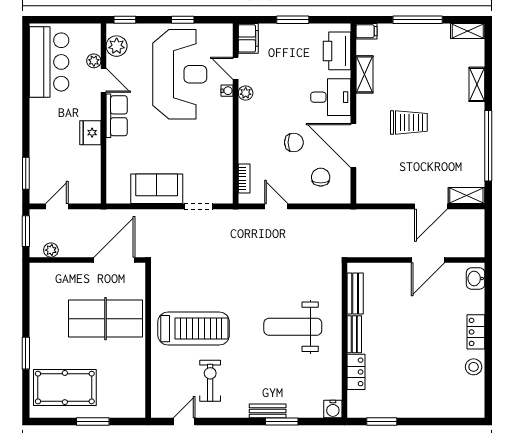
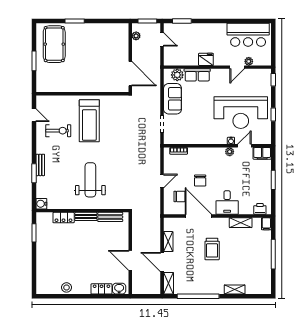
shelving: (468, 31) -> (168, 242), moved
plant: (117, 46) -> (177, 75), moved
printer: (337, 51) -> (260, 209), width x0.53, depth x0.68
row of seats: (117, 116) -> (197, 75), moved
door: (353, 145) -> (198, 216), hinge flipped
door: (276, 206) -> (162, 181), moved
table tennis table: (106, 319) -> (95, 68), removed
locker: (476, 332) -> (102, 289), moved

